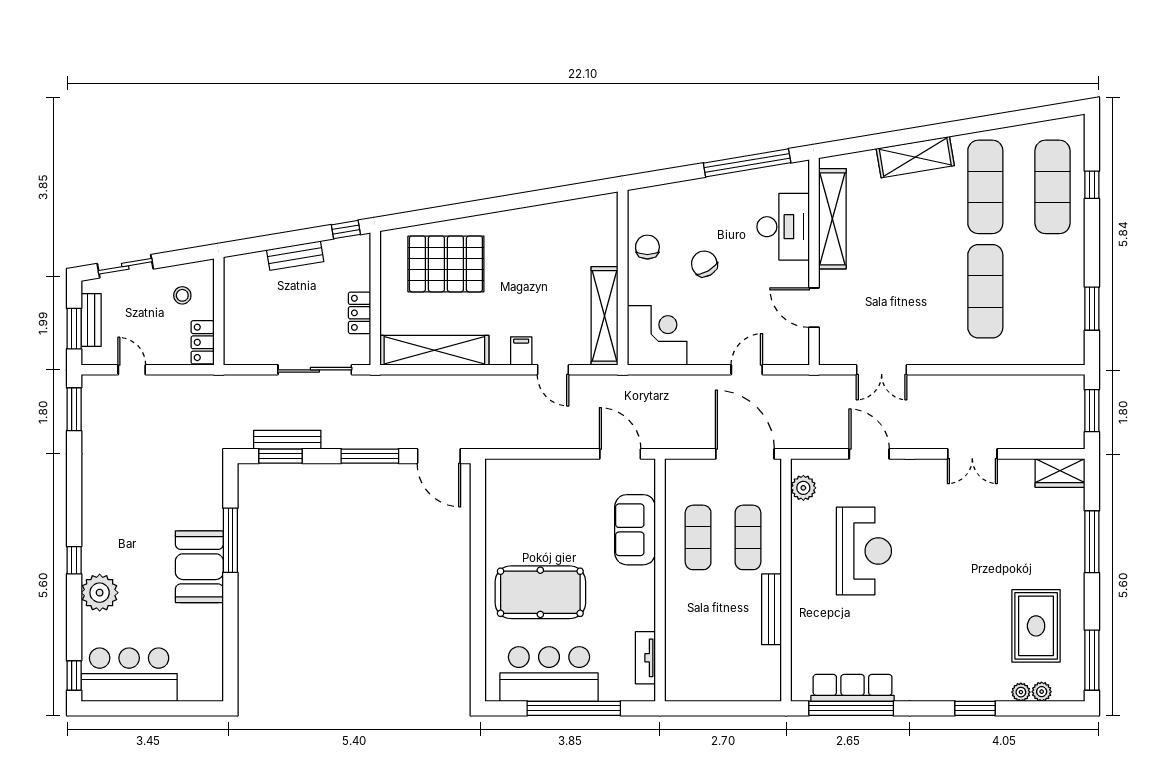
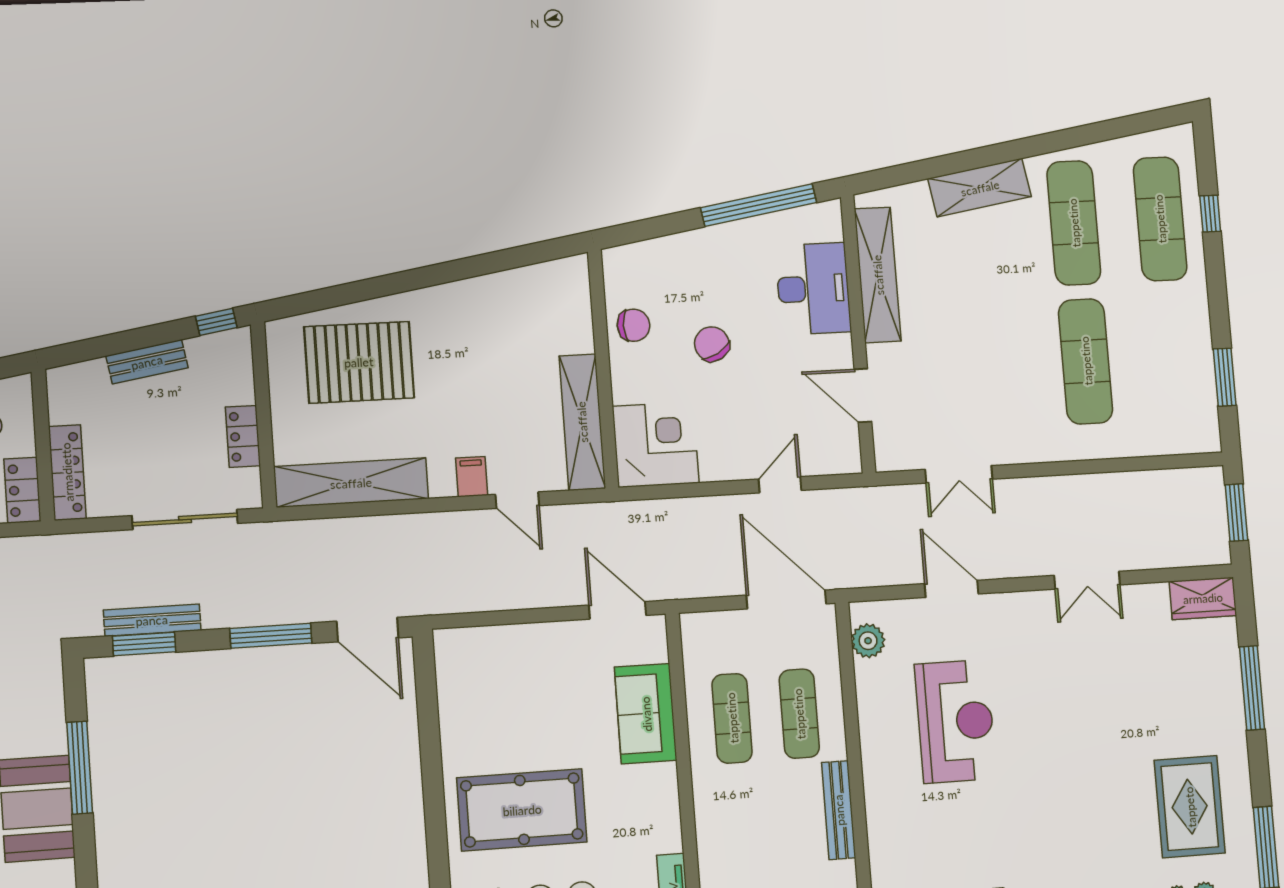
chair: (647, 247) -> (634, 325), turned 90
locker: (235, 332) -> (67, 472), added

